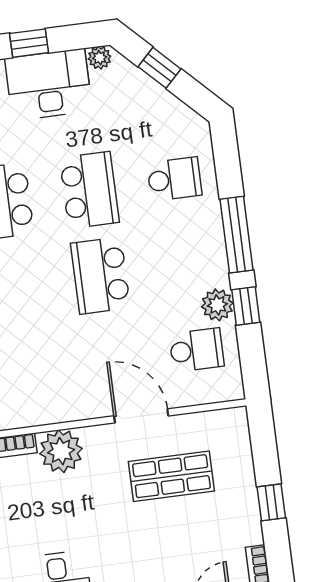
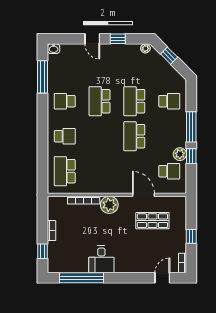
desk: (48, 85) -> (123, 57), removed
school desk: (89, 190) -> (134, 101), turned 180

